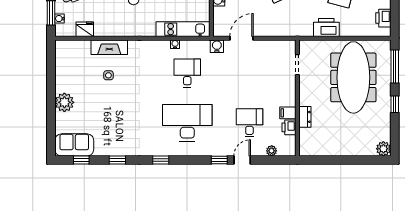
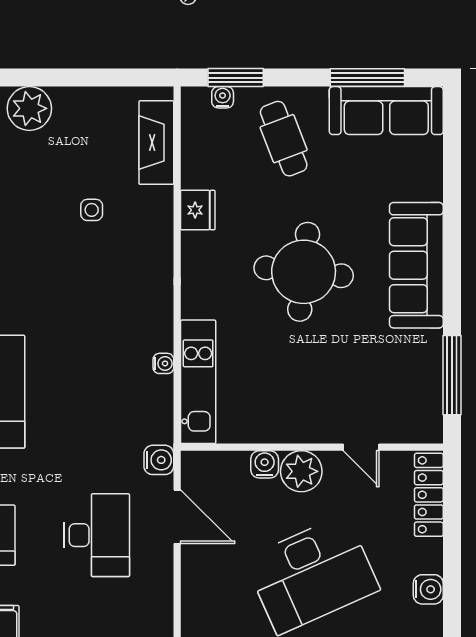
fridge: (85, 29) -> (198, 210), moved
fireplace: (109, 47) -> (156, 143), moved
desk: (187, 73) -> (97, 535), moved, width x1.37

